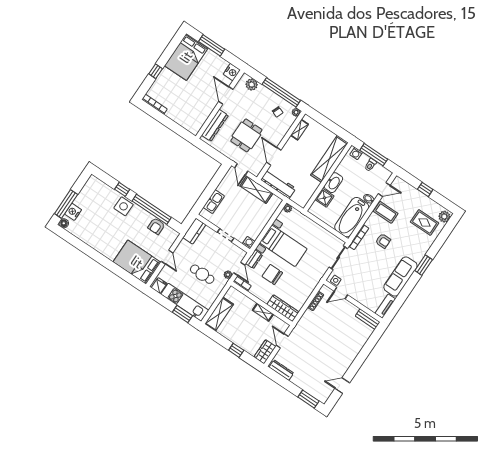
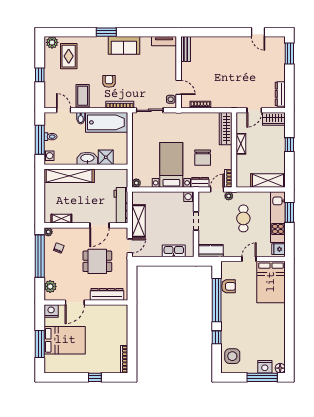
bed: (186, 57) -> (65, 340), moved
side table: (124, 206) -> (232, 356), moved
sofa: (400, 277) -> (124, 45), width x0.73

